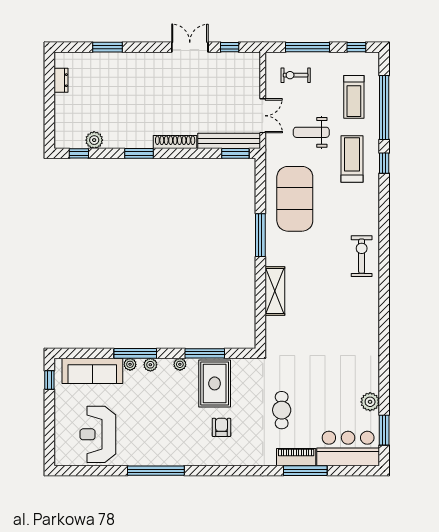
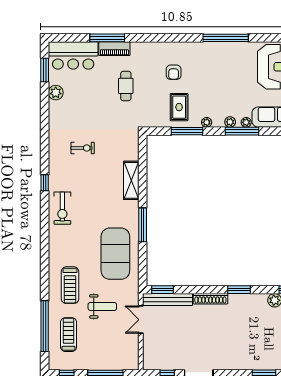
exercise bike: (296, 75) -> (83, 148), moved
window: (384, 163) -> (45, 183), moved
rug: (215, 383) -> (179, 107), width x0.73, depth x0.70

